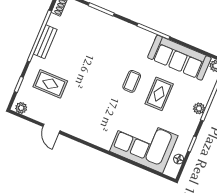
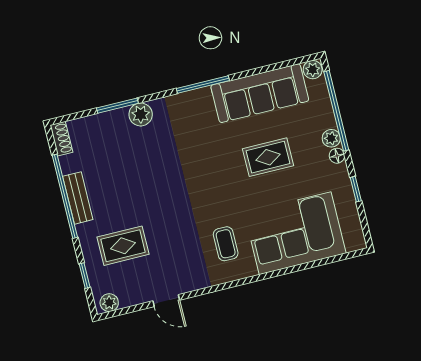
plant: (110, 23) -> (141, 114), added
coffee table: (132, 81) -> (226, 244), moved
rug: (159, 94) -> (268, 157), turned 90
floor lamp: (179, 159) -> (337, 156), moved

